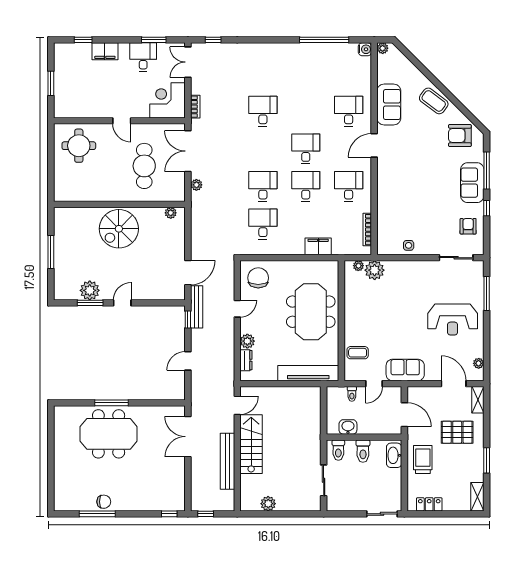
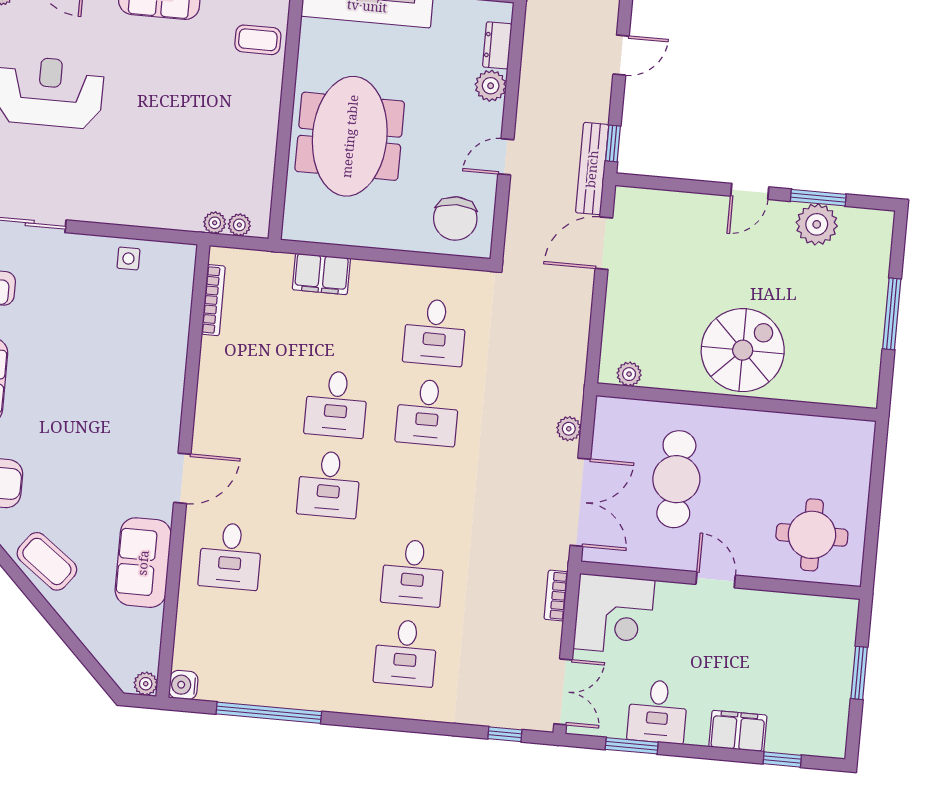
desk: (349, 186) -> (406, 653), moved
plant: (375, 270) -> (215, 223), width x0.53, depth x0.53

